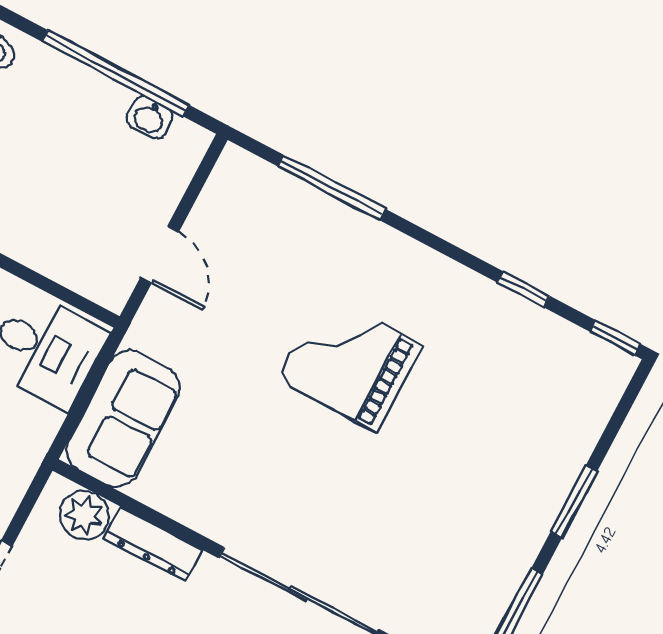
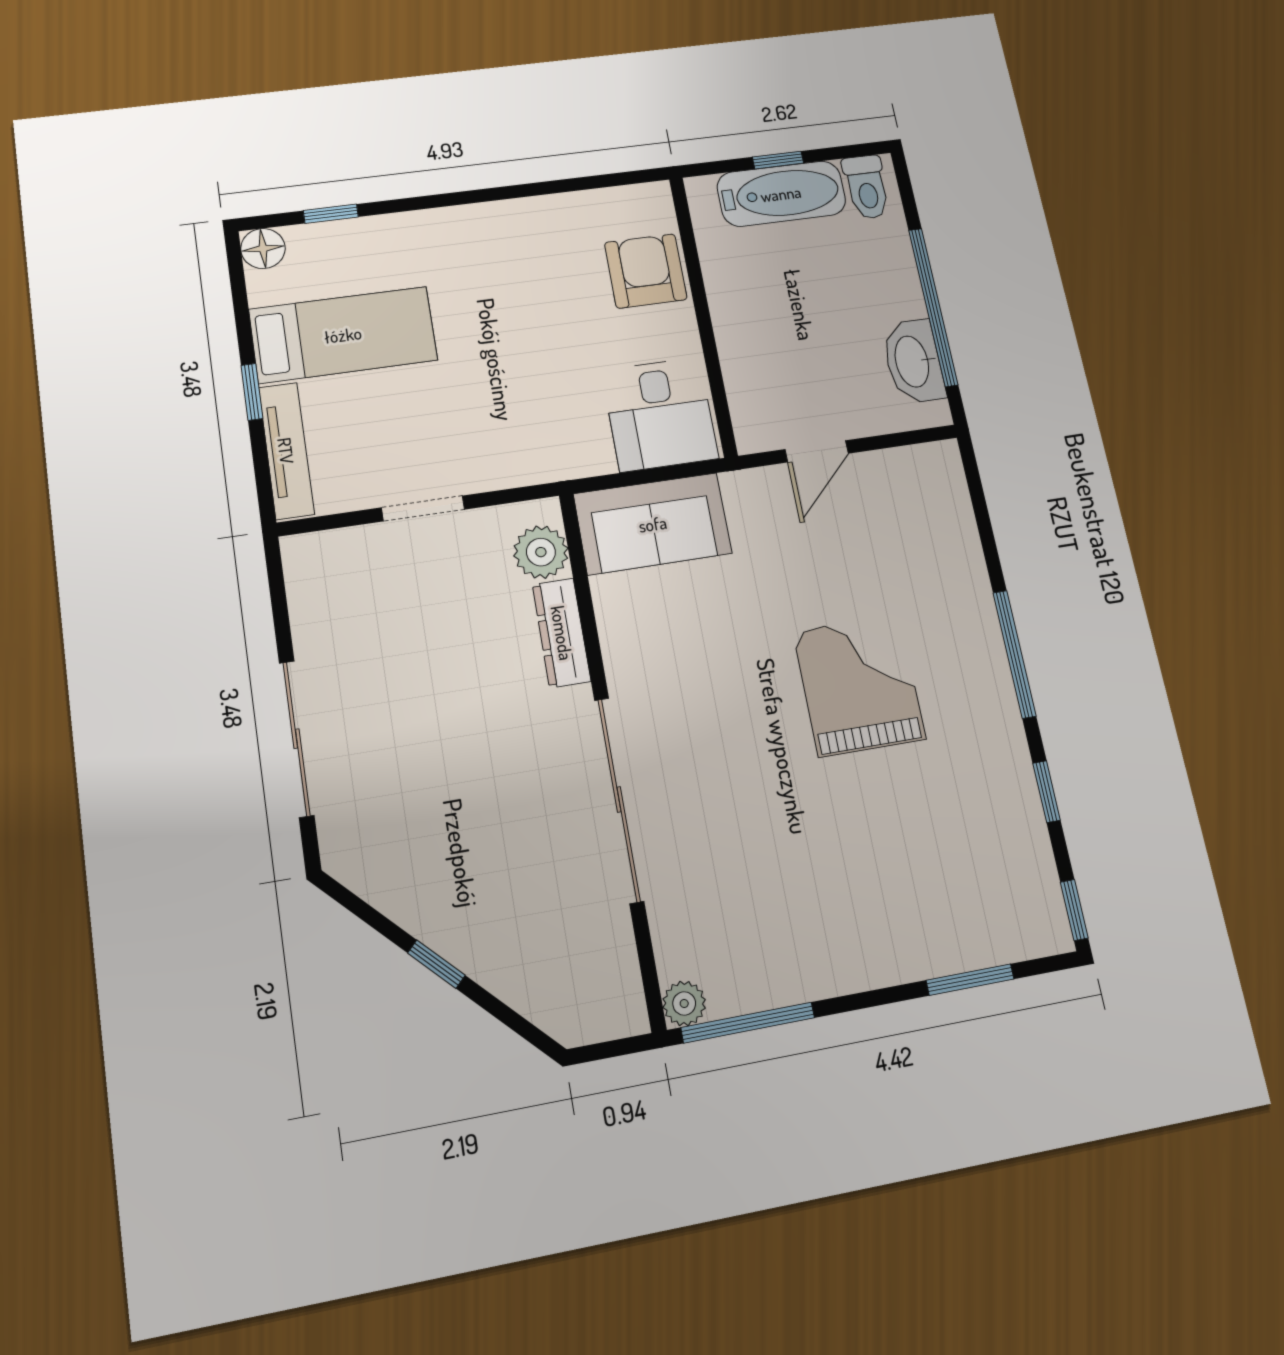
washbasin: (150, 118) -> (913, 361), width x1.91, depth x1.45
window: (332, 188) -> (1014, 654), moved
window: (574, 501) -> (970, 980), moved

